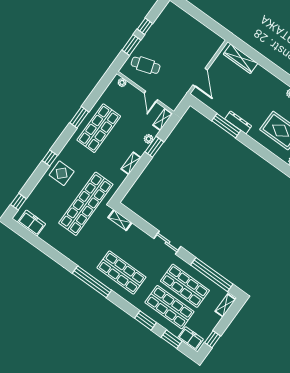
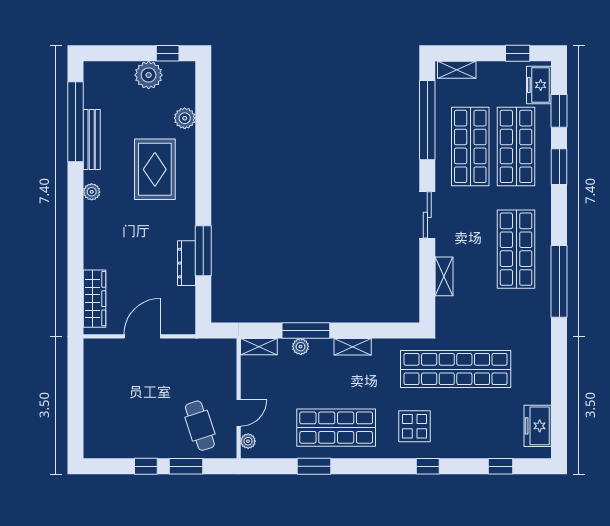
door: (200, 77) -> (142, 336), moved
door: (151, 96) -> (239, 413), moved
window: (79, 117) -> (314, 466), moved
dresser: (238, 122) -> (187, 263), moved
window: (154, 147) -> (306, 331), width x1.44
display table: (62, 173) -> (415, 426), moved
window: (18, 202) -> (500, 466), moved
shelving: (120, 220) -> (444, 276), moved

